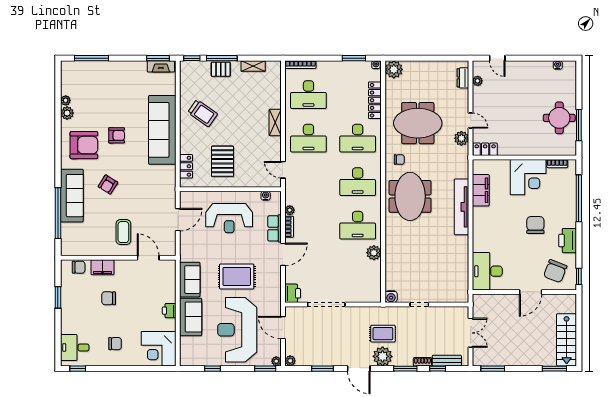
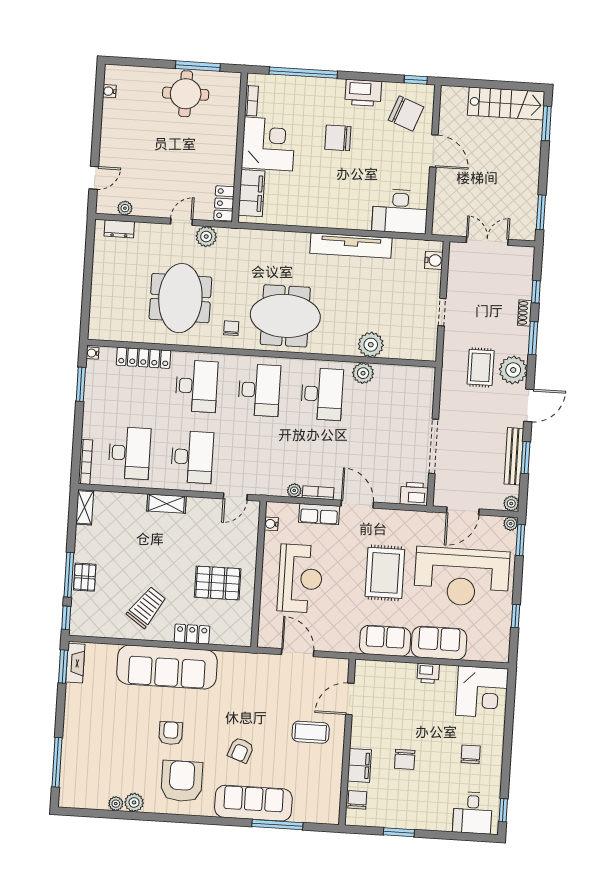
shelving: (253, 66) -> (85, 507), moved
plant: (394, 69) -> (371, 345), moved
locker: (186, 166) -> (192, 634), moved
armchair: (108, 185) -> (241, 750), turned 78
filing cabinet: (481, 190) -> (252, 193), moved, turned 90
tv unit: (461, 207) -> (351, 246), moved
window: (58, 213) -> (277, 825), width x0.68
water cooler: (391, 297) -> (434, 260), moved
bench: (447, 361) -> (514, 456), moved, width x1.36

